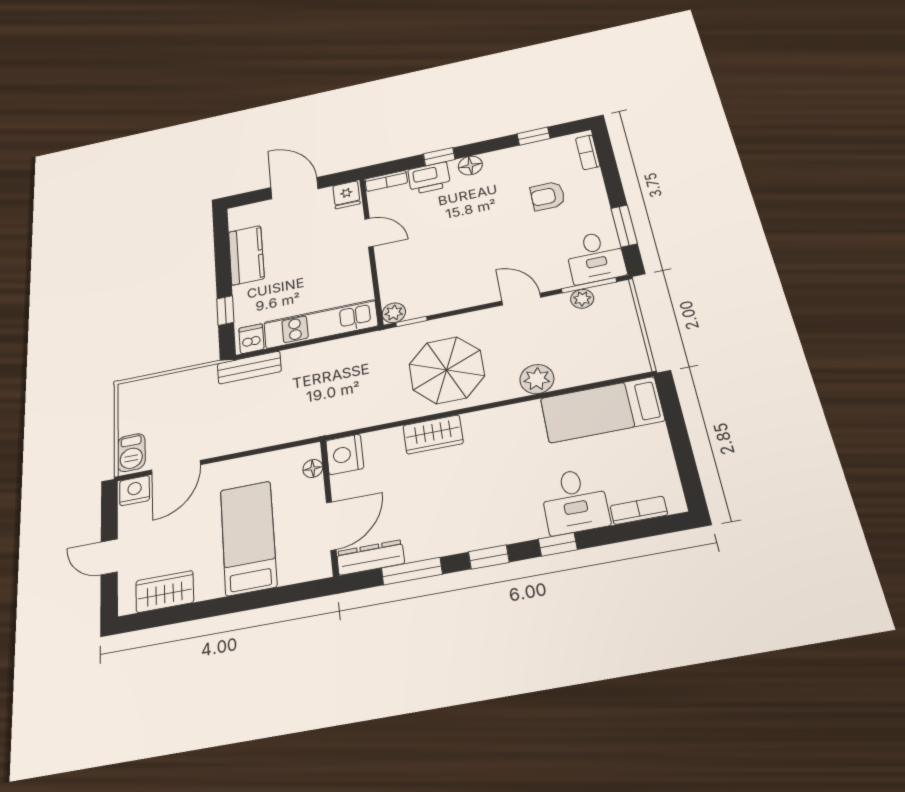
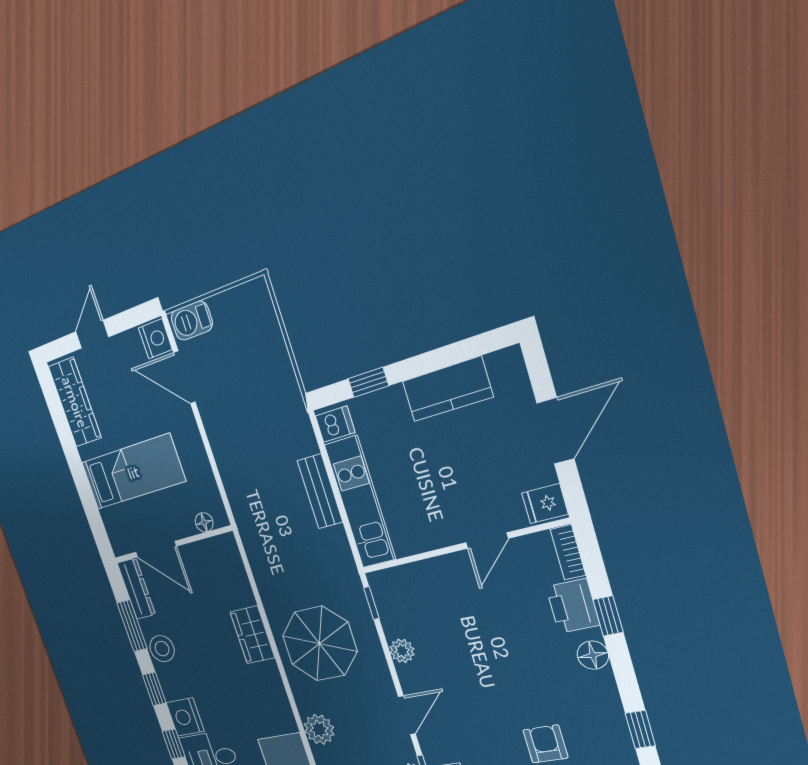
plant: (394, 313) -> (402, 651), moved
bench: (249, 368) -> (320, 491), moved
nightstand: (345, 454) -> (185, 717), moved, turned -90
stool: (441, 538) -> (162, 649), added
wardrobe: (165, 592) -> (75, 402), width x1.50

